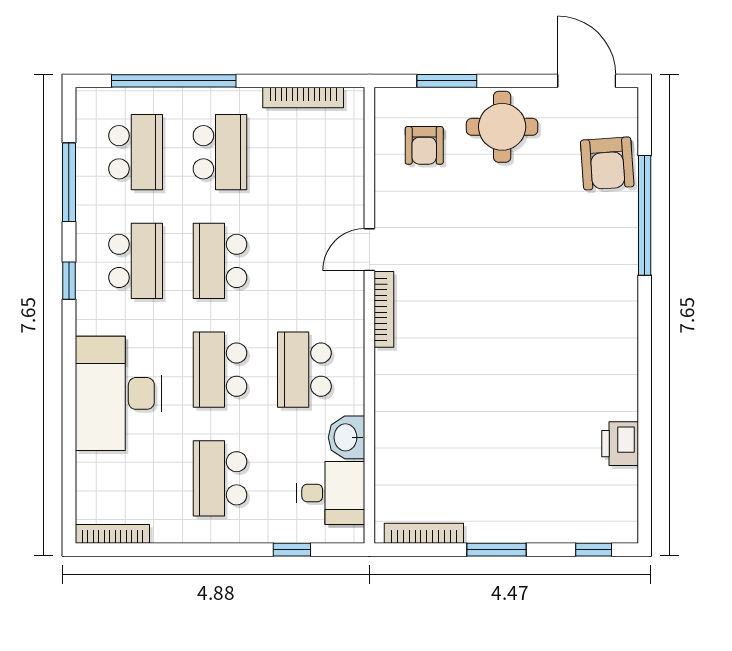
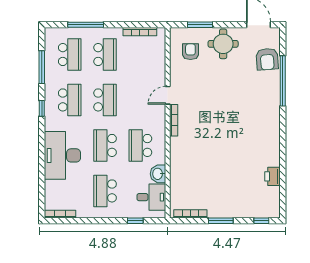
window: (174, 81) -> (86, 25), width x0.68
armchair: (424, 145) -> (190, 52), turned 180
school desk: (220, 261) -> (105, 100), turned 180

